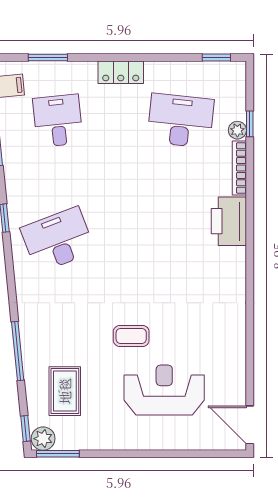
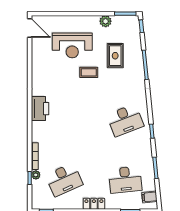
desk: (58, 121) -> (125, 180), width x1.37
desk: (181, 121) -> (64, 180), turned -30
printer: (229, 221) -> (40, 109), moved
rug: (65, 391) -> (115, 56), moved
plant: (43, 439) -> (106, 21), moved

